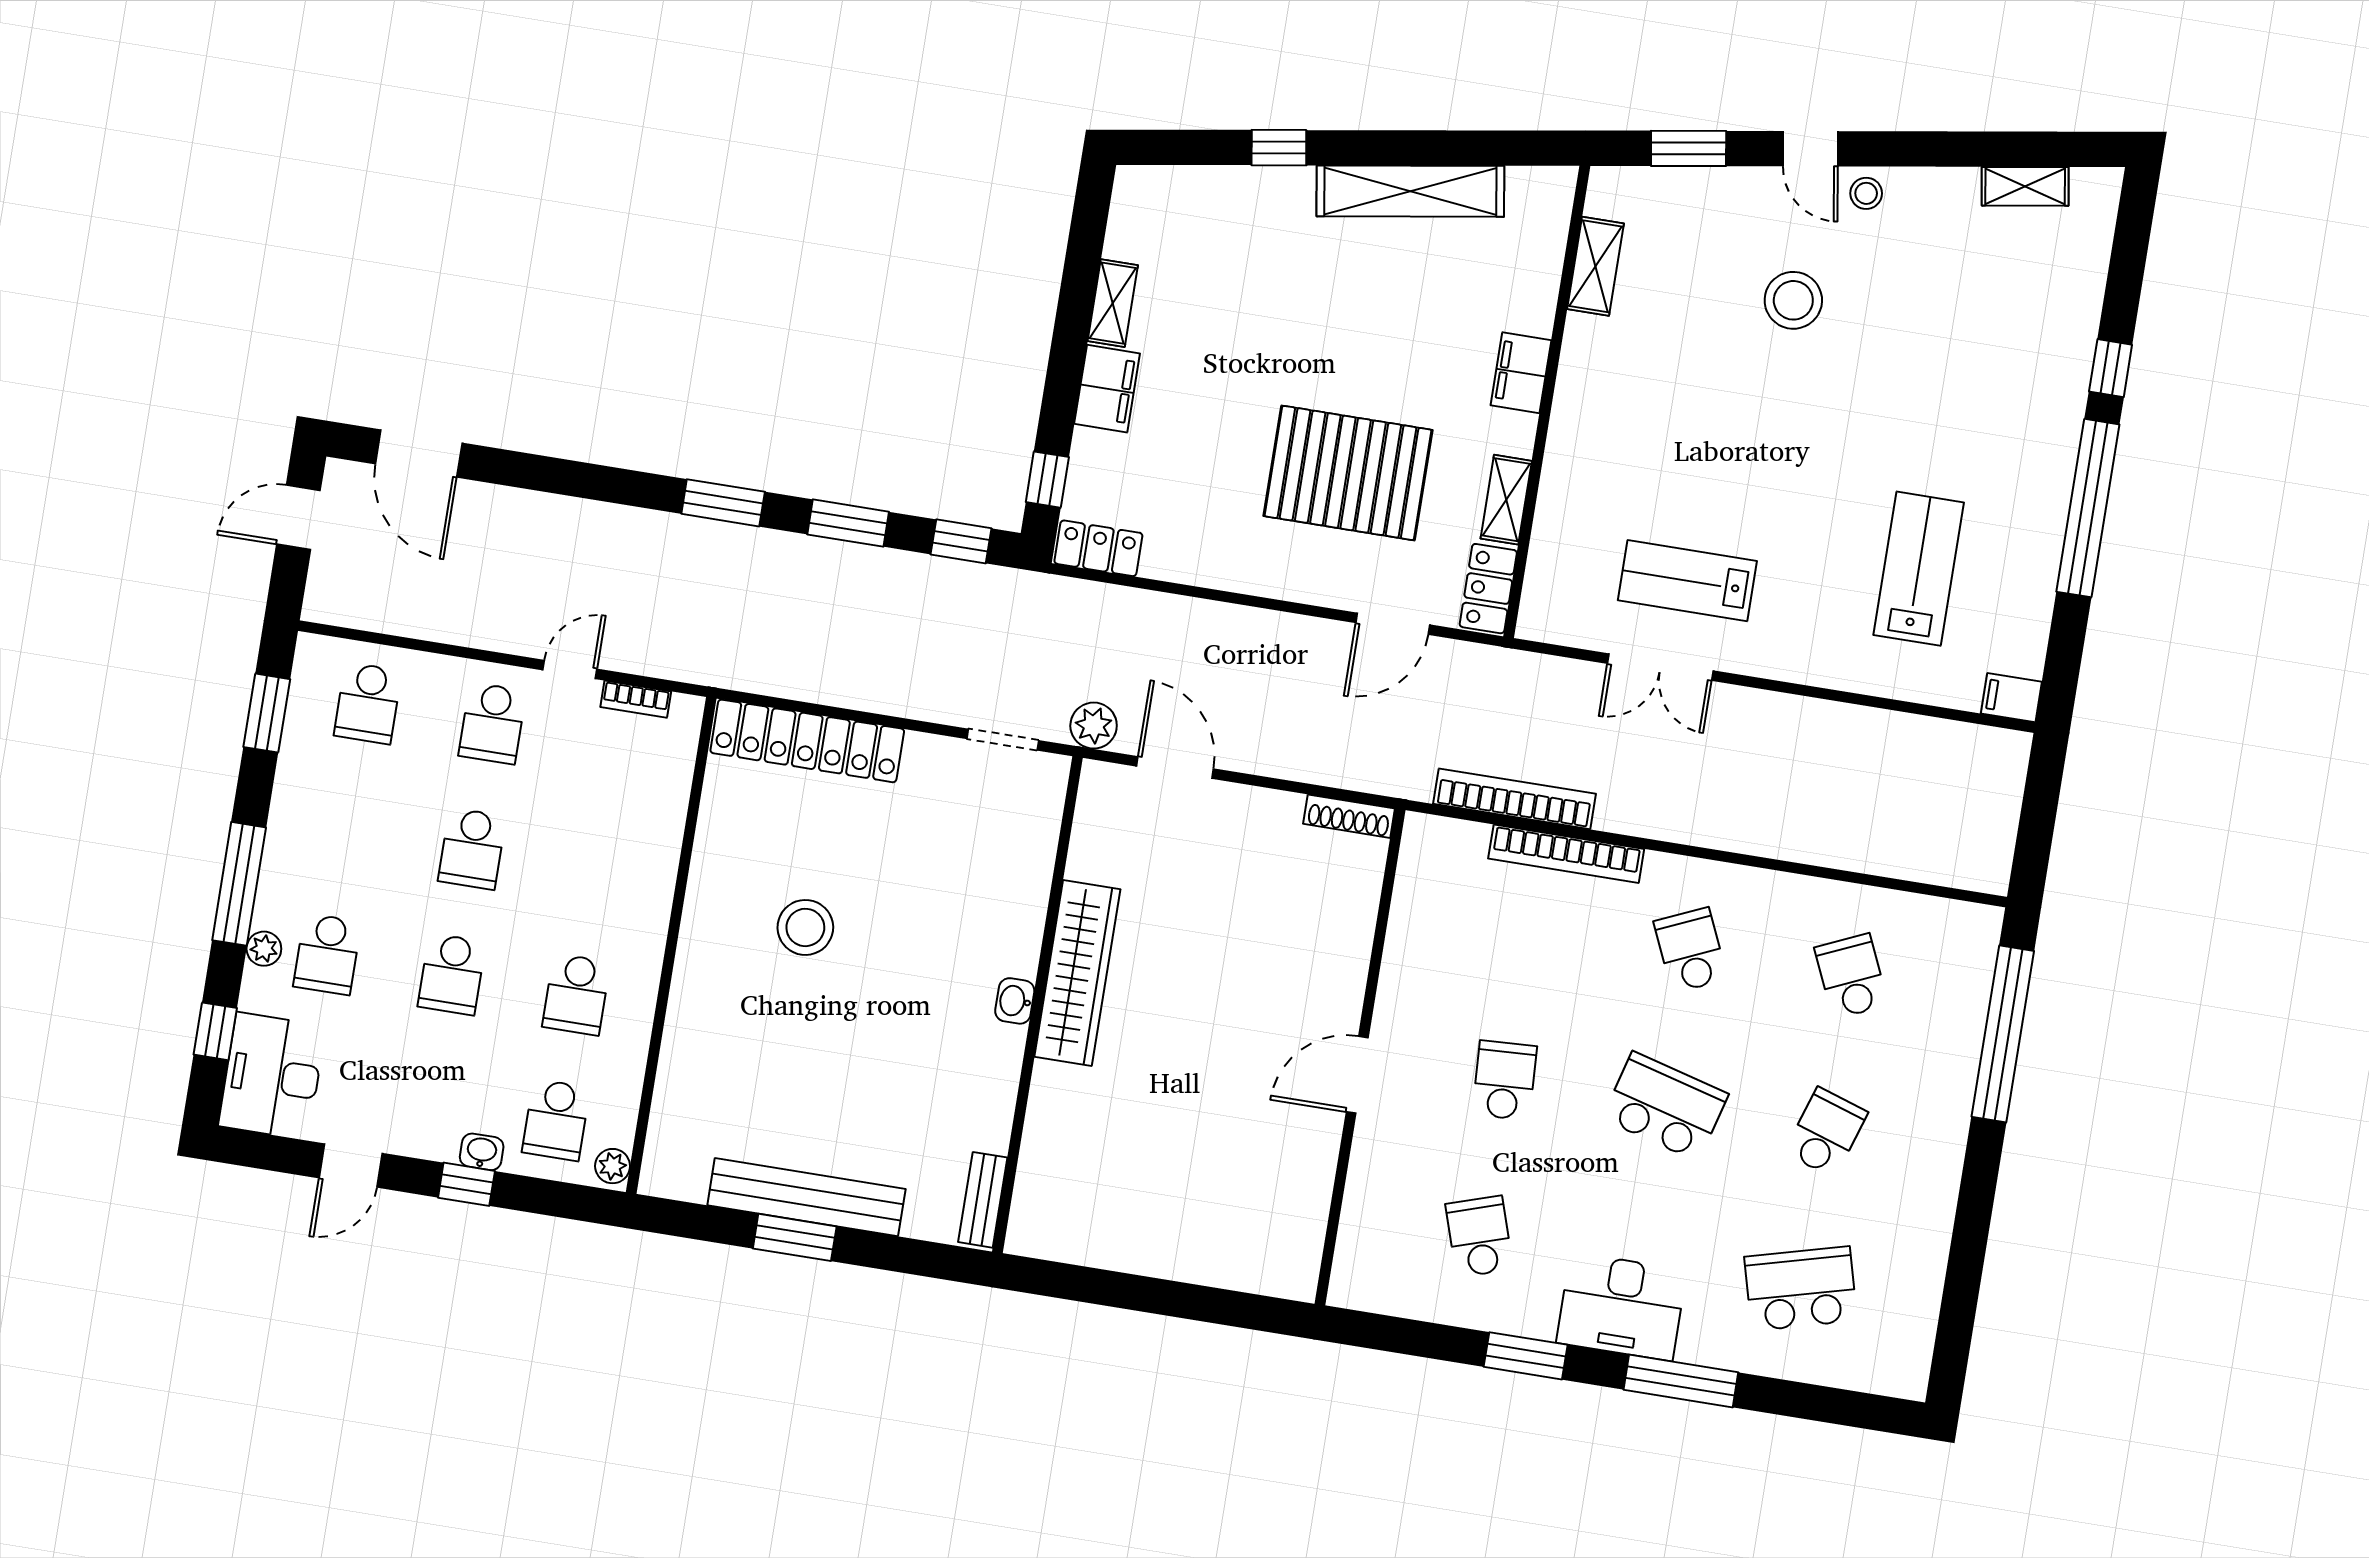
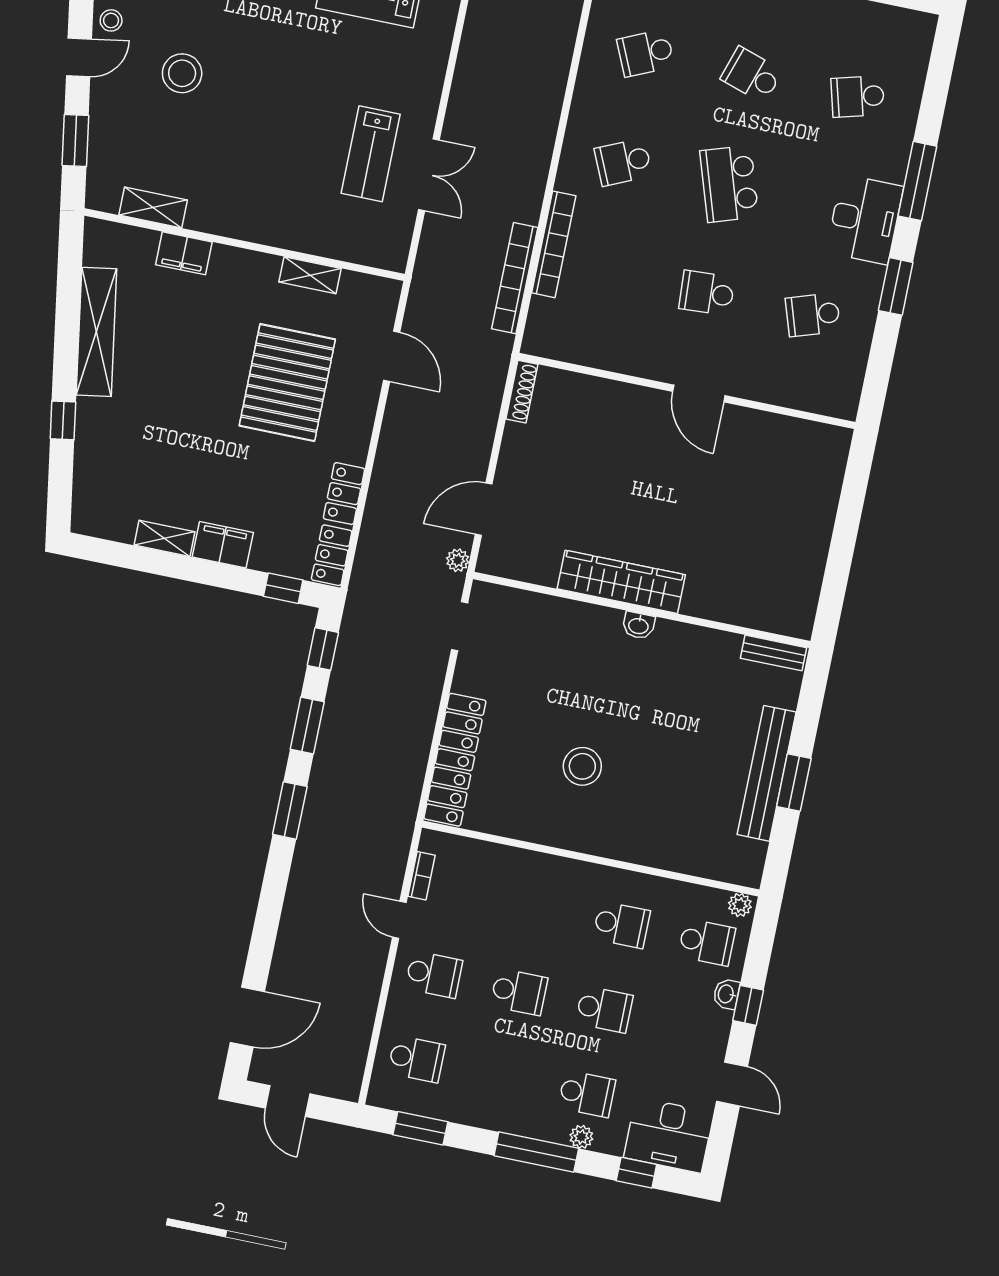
filing cabinet: (1521, 373) -> (184, 253), moved
locker: (1488, 589) -> (344, 494), moved, turned 90
plant: (1094, 726) -> (458, 560), width x0.73, depth x0.73
school desk: (1665, 1106) -> (729, 184), turned -33
school desk: (1801, 1289) -> (858, 97), width x0.54

